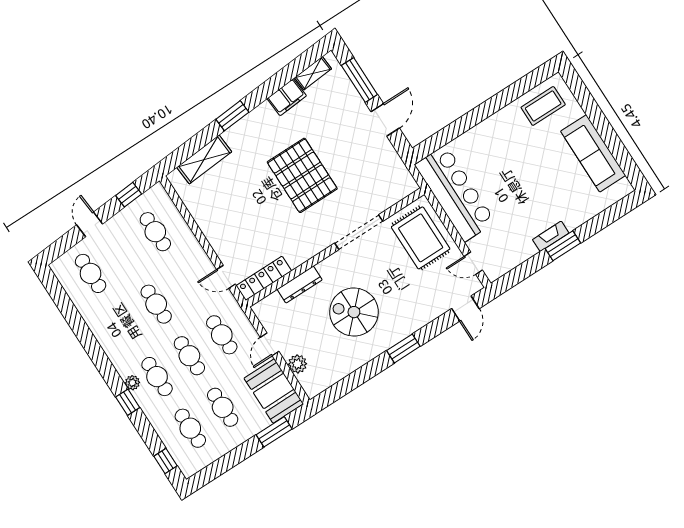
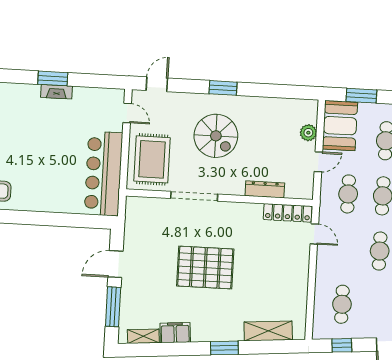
pallet: (302, 175) -> (205, 267), turned 90
spiral stairs: (354, 312) -> (216, 136), moved

